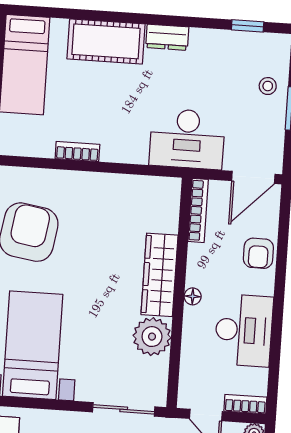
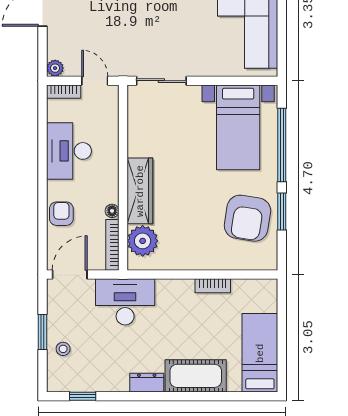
floor lamp: (193, 296) -> (112, 211), moved
plant: (152, 337) -> (143, 241), moved

